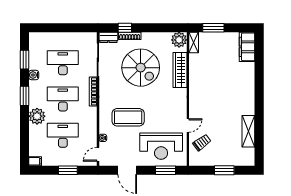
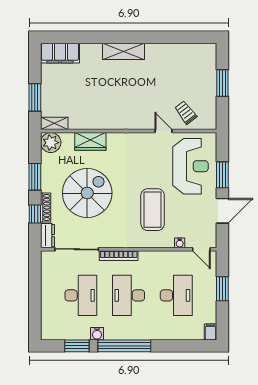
window: (153, 28) -> (35, 177), added
desk: (63, 63) -> (81, 295), turned 180
wardrobe: (180, 70) -> (90, 141), width x0.67
window: (24, 96) -> (124, 346), width x2.11
plant: (37, 116) -> (151, 329), removed
shelving: (248, 131) -> (123, 51), moved
desk: (63, 135) -> (176, 295), turned 180
window: (165, 170) -> (222, 175), moved

